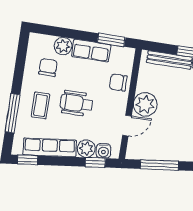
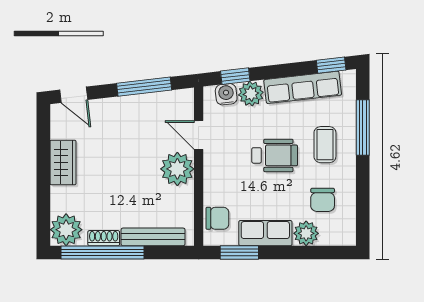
chair: (118, 82) -> (217, 218), moved
door: (127, 126) -> (199, 135), hinge flipped

